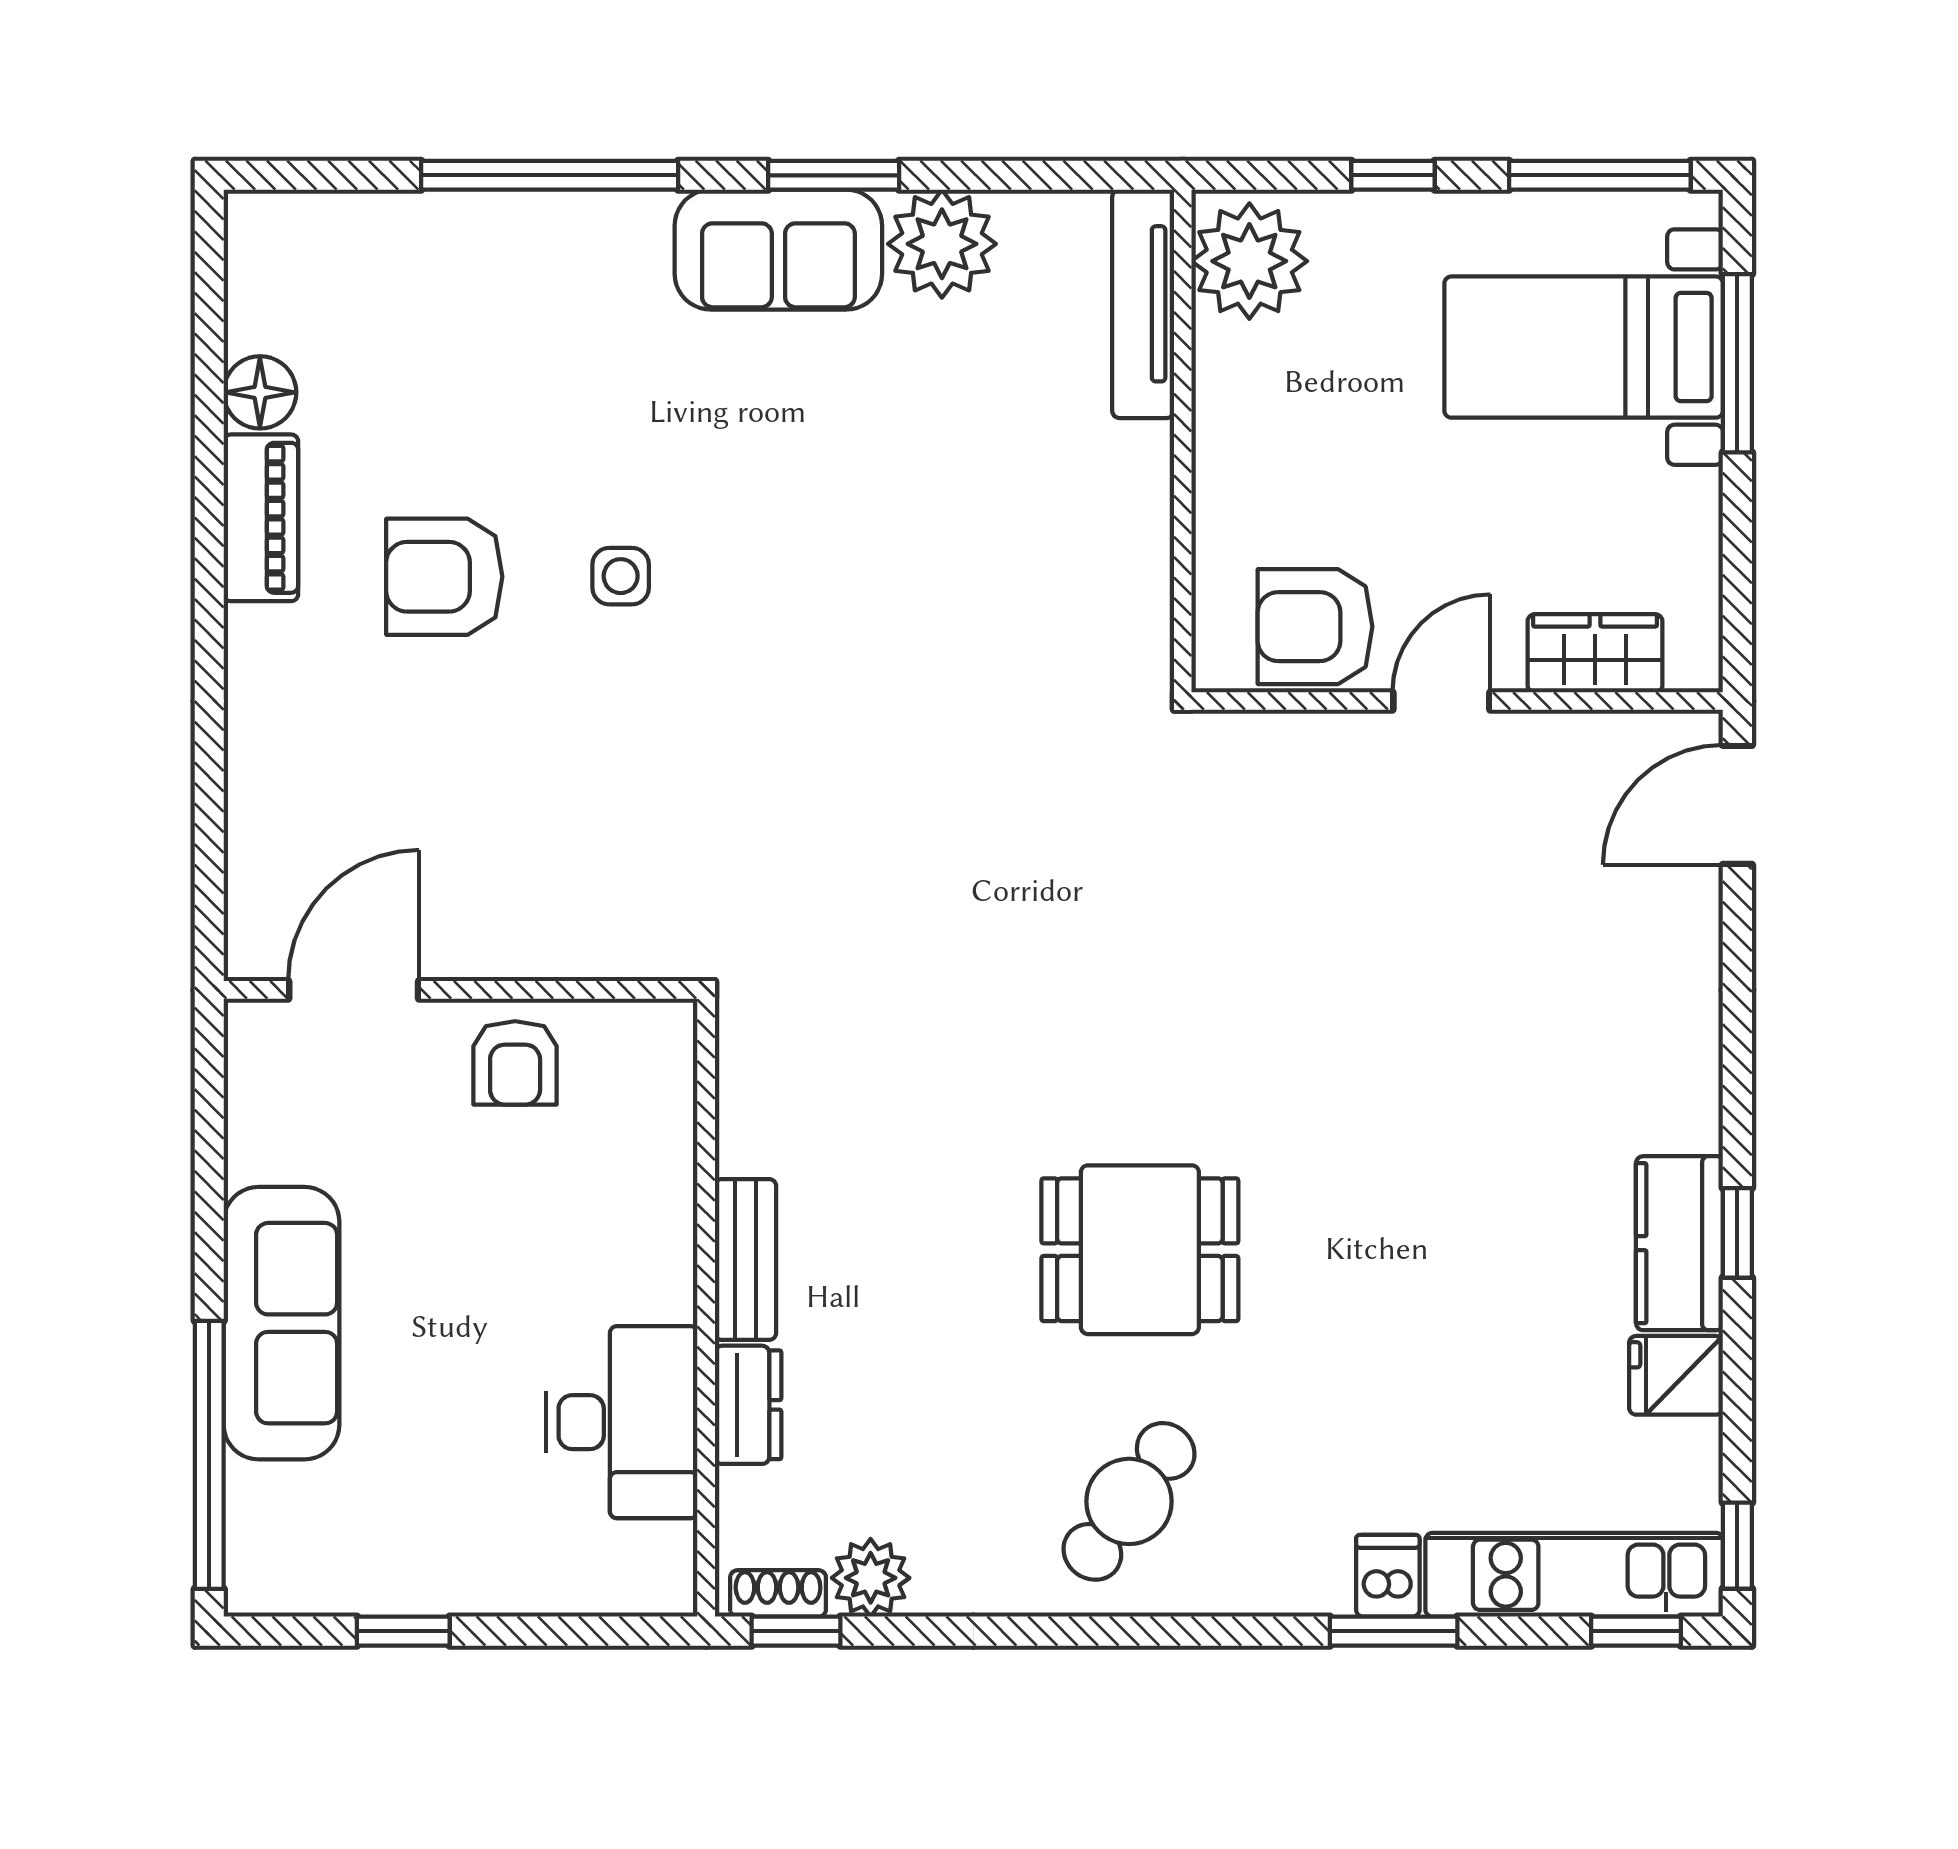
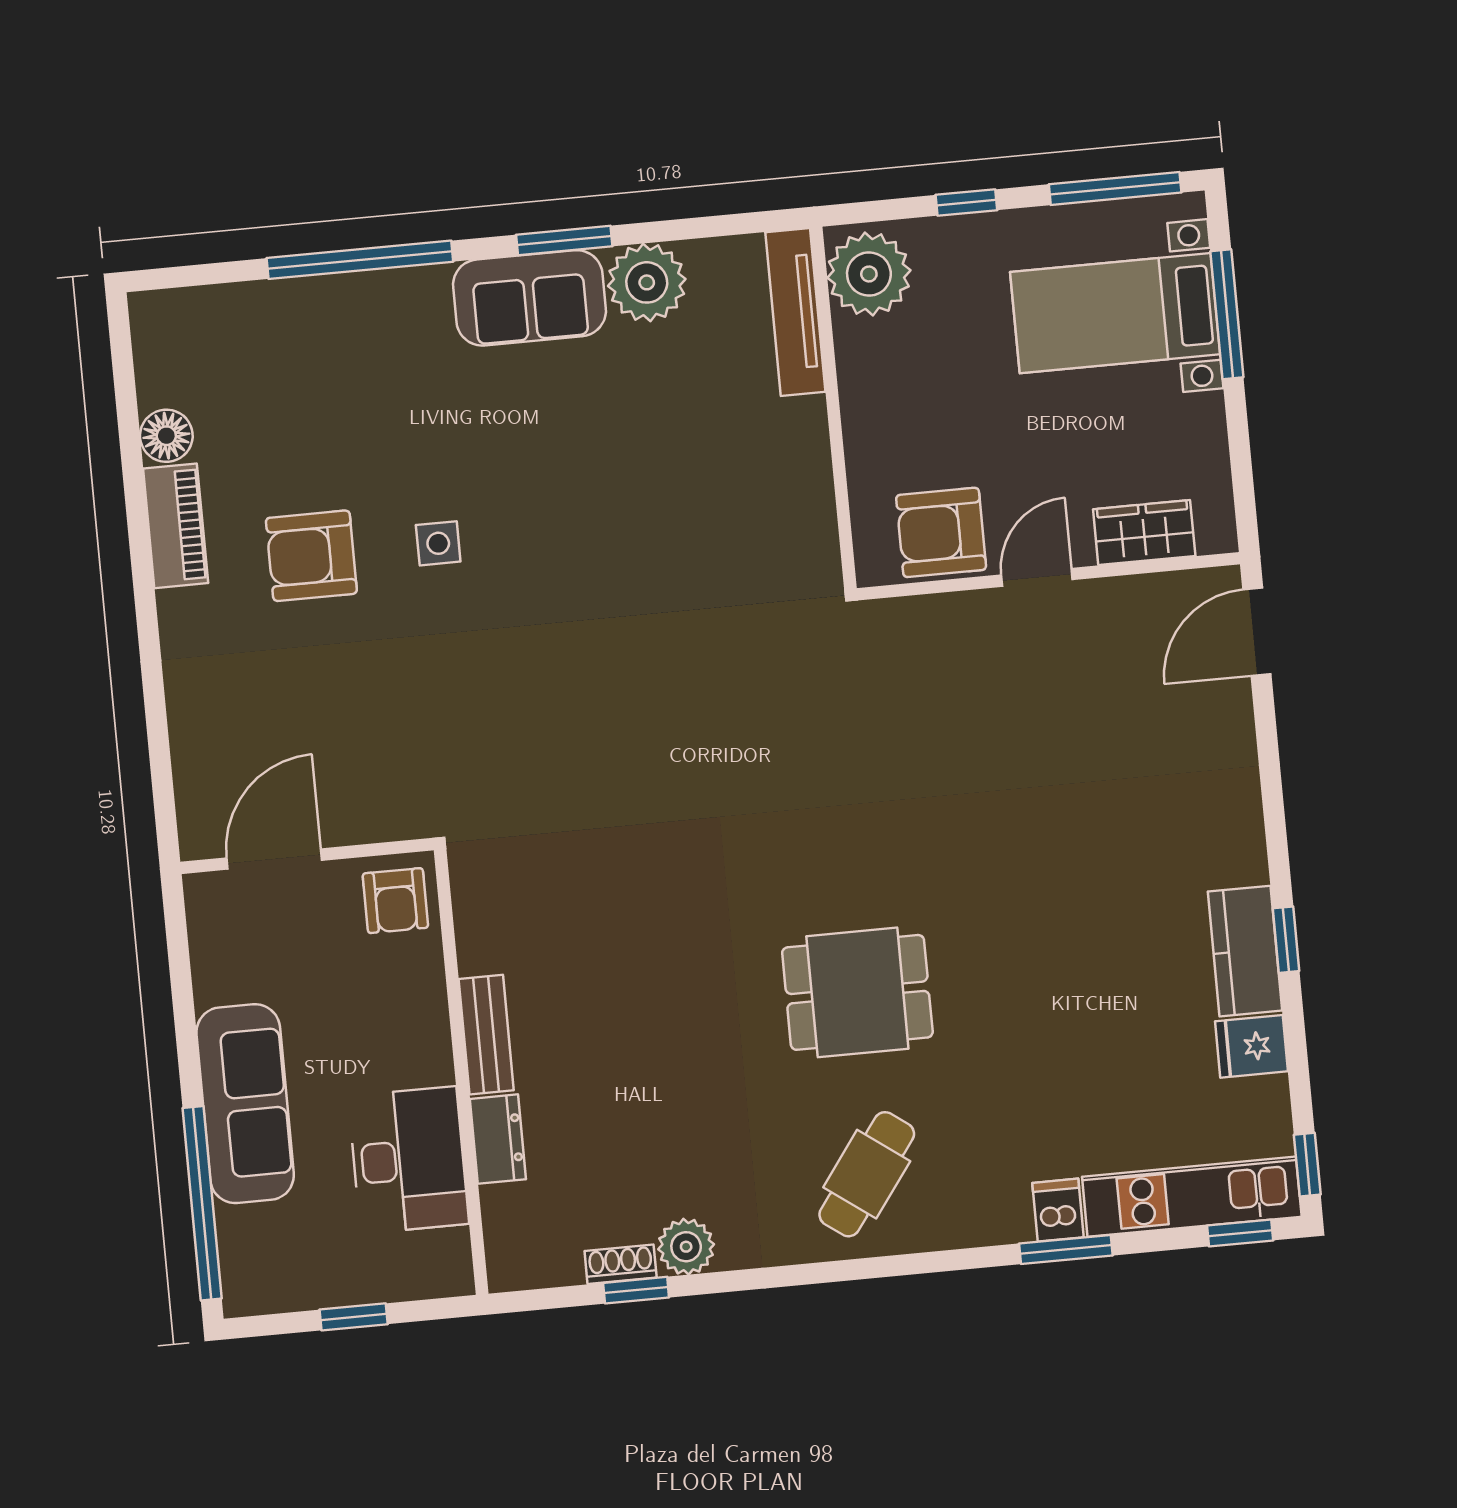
bench: (745, 1259) -> (486, 1035), moved
wall: (706, 1308) -> (461, 1072), moved
dresser: (748, 1405) -> (498, 1139), moved
desk: (622, 1422) -> (408, 1160), moved

